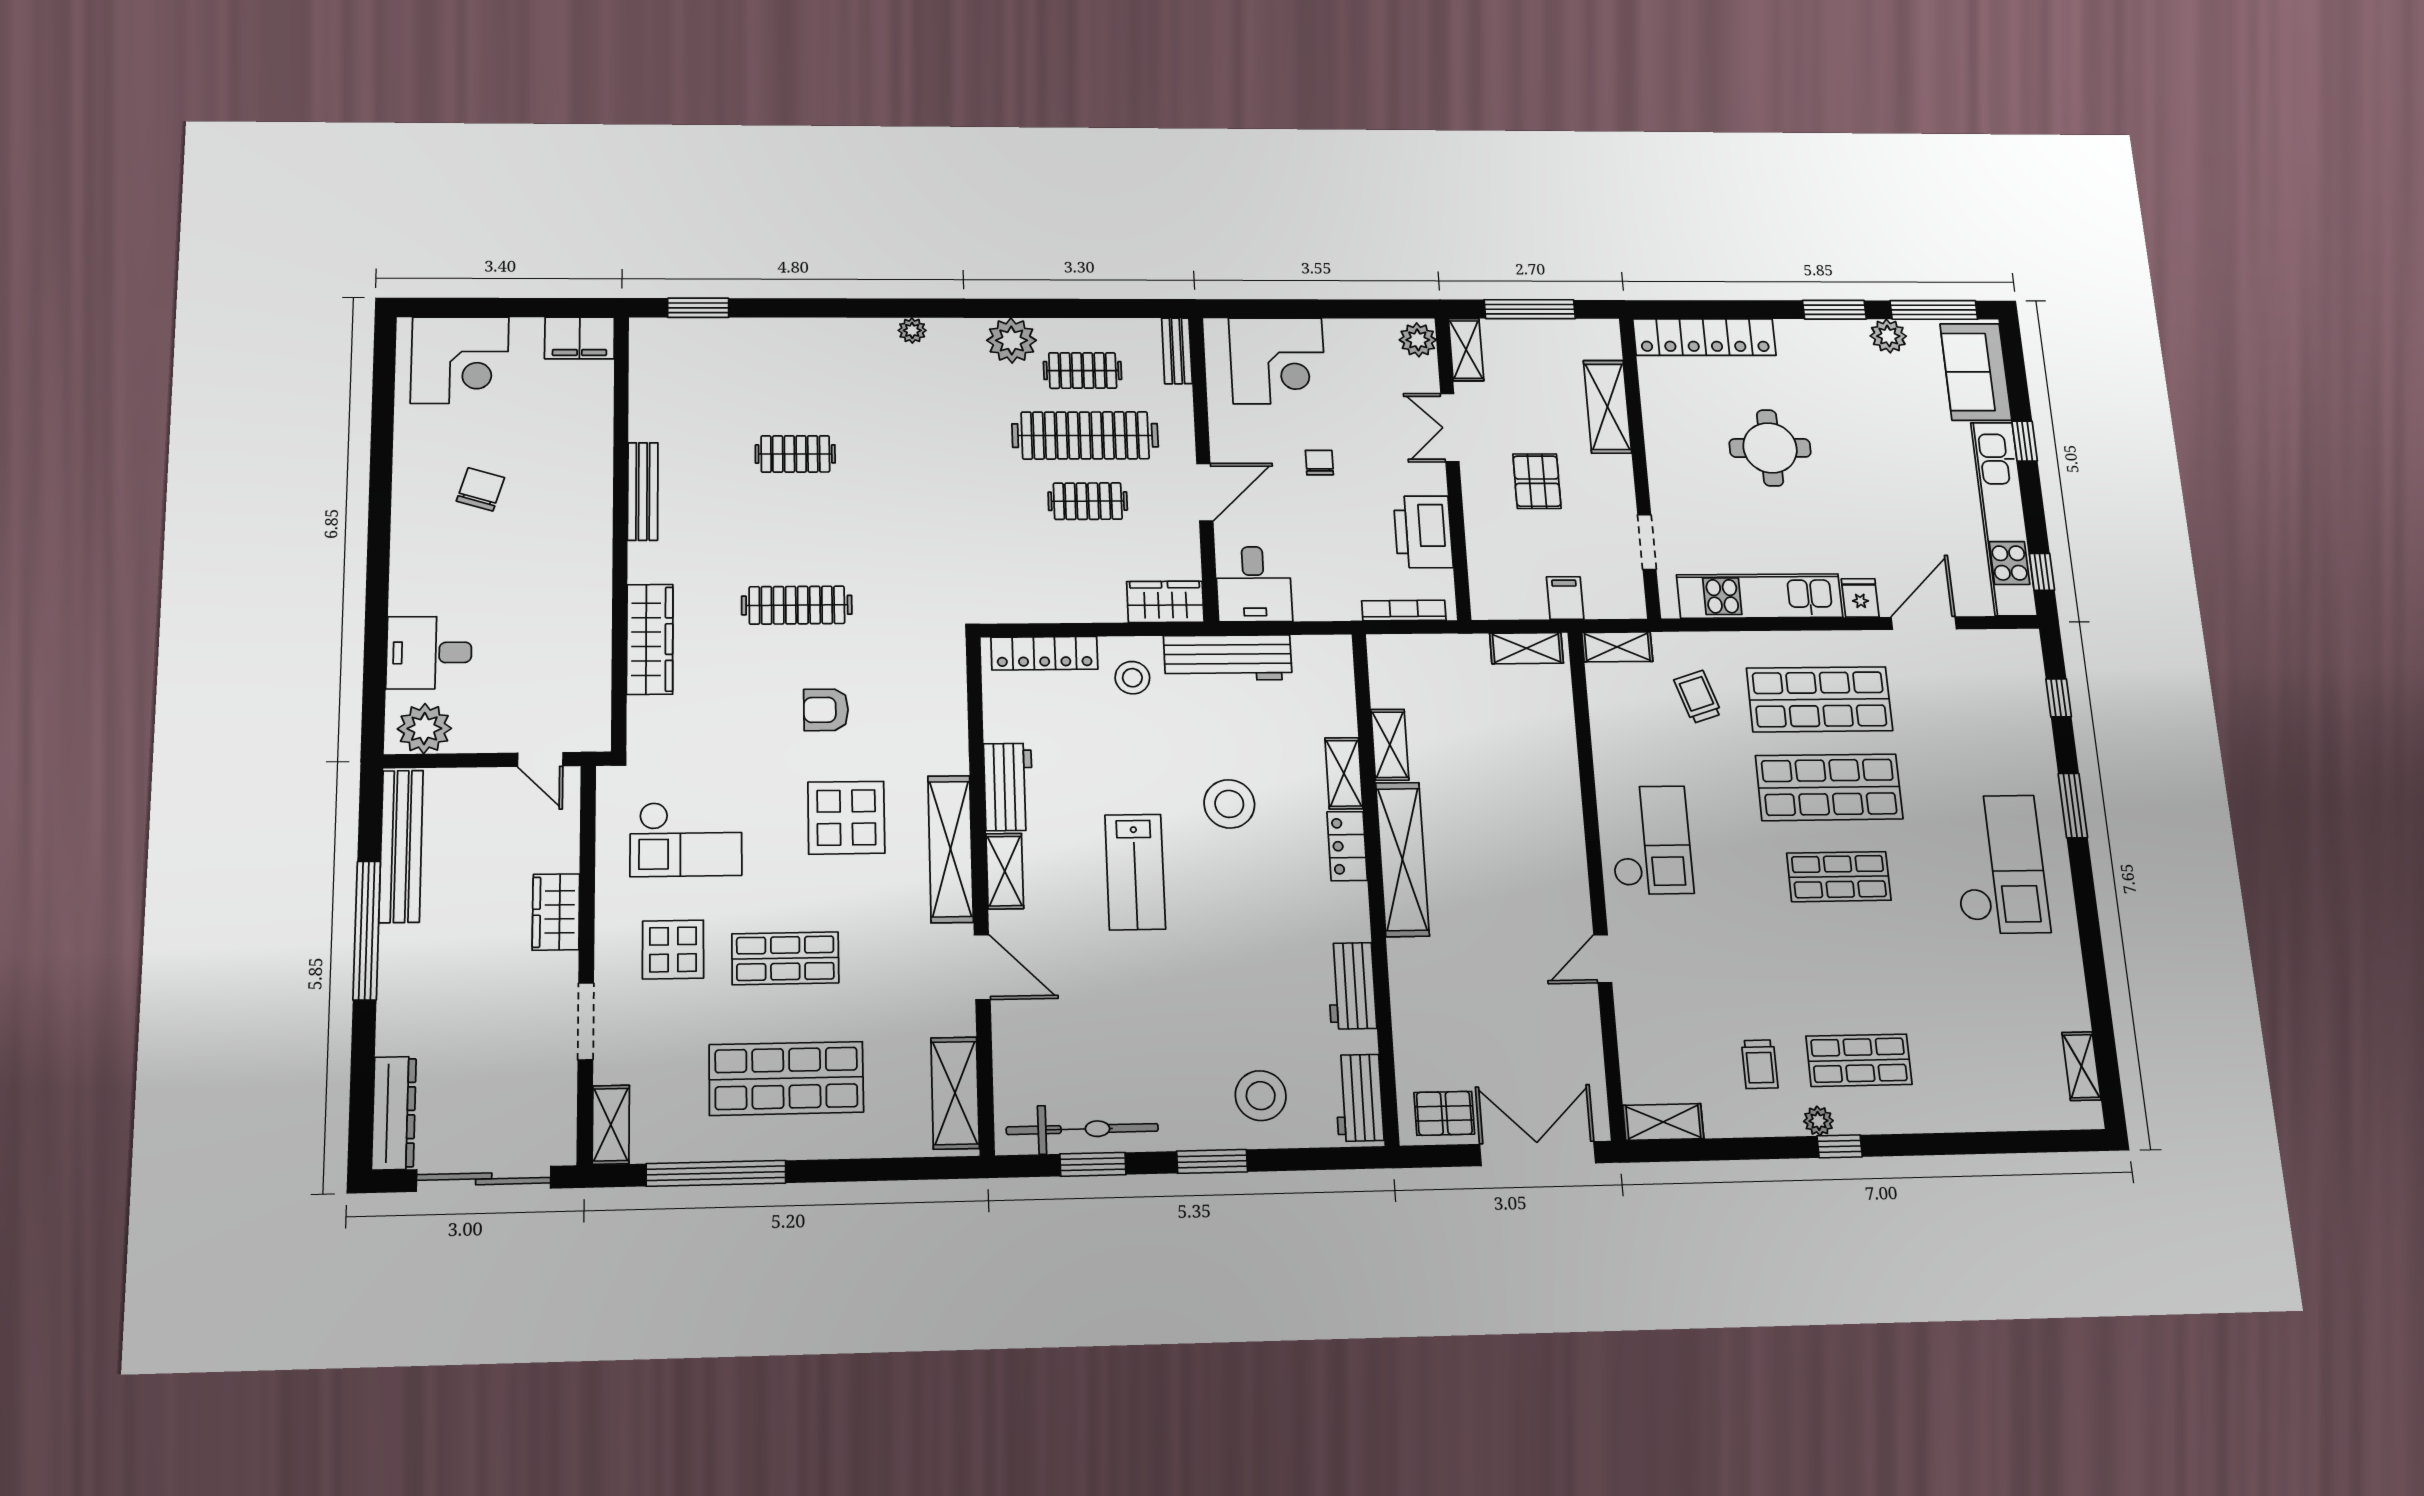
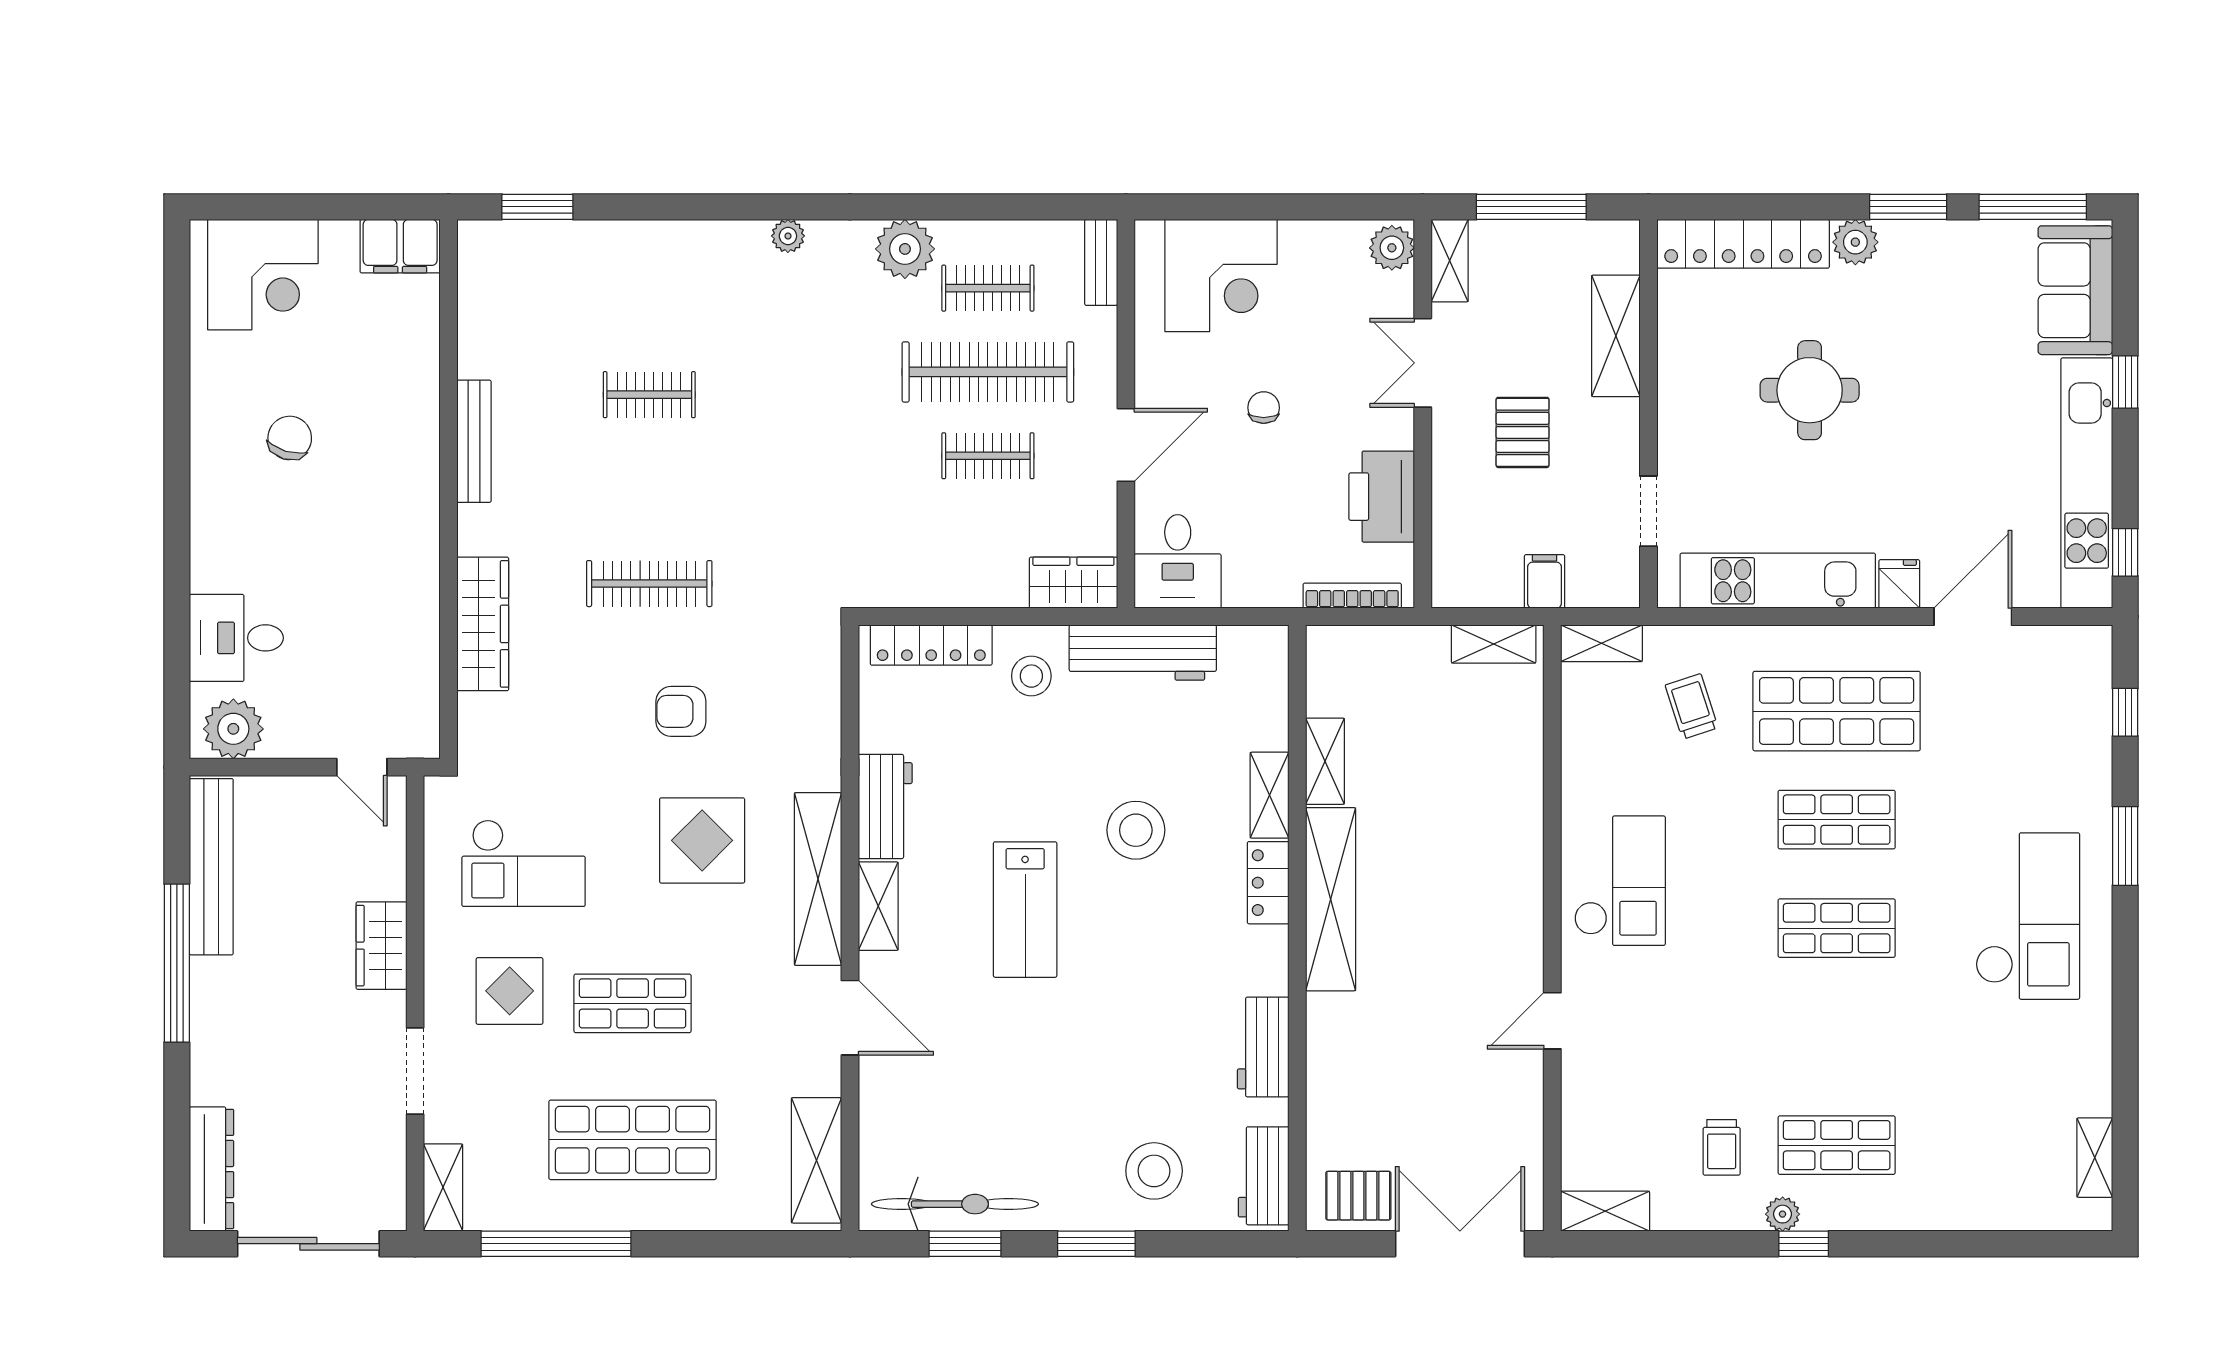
plant: (1888, 336) -> (1855, 242), moved
shop shelf: (1829, 787) -> (1837, 820), width x0.70, depth x0.74

